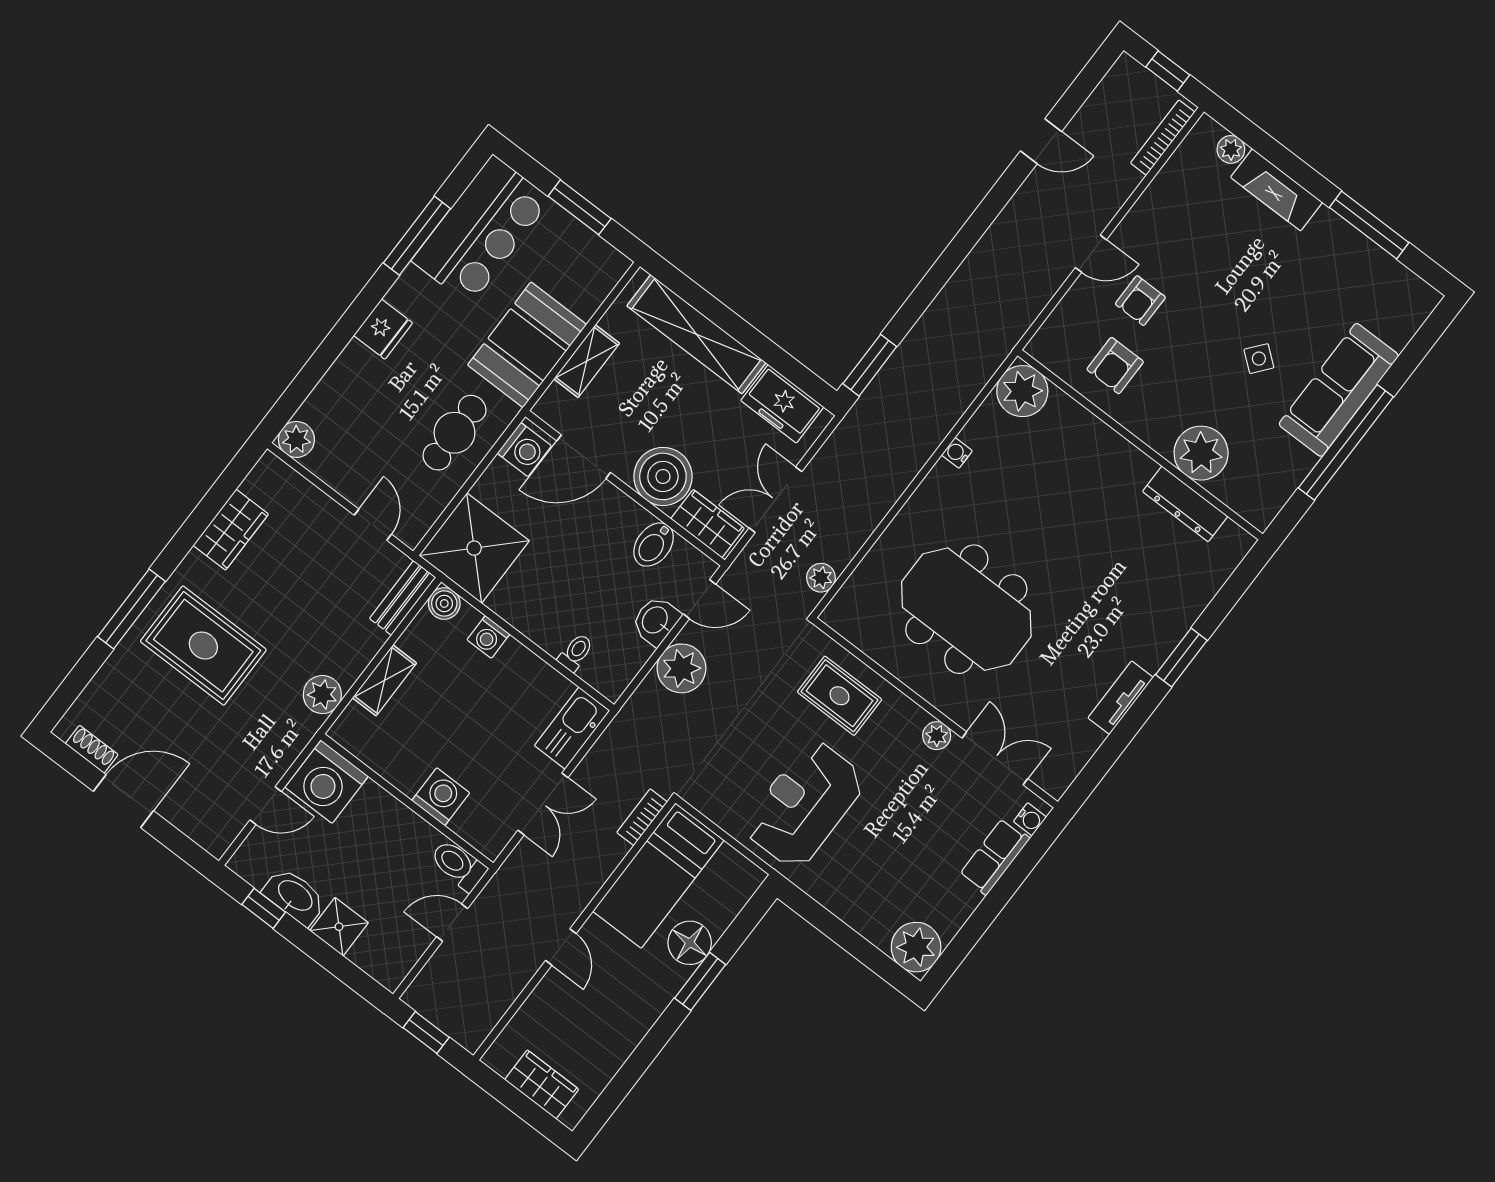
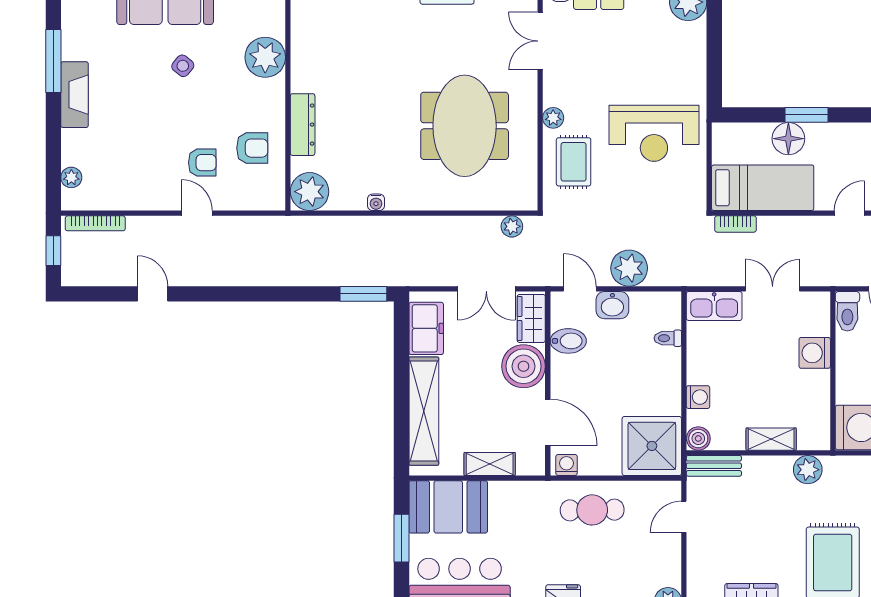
fireplace: (1277, 190) -> (75, 95), moved
booth: (527, 345) -> (448, 507), moved
washing machine: (524, 450) -> (566, 465), width x0.73, depth x0.73
dresser: (1185, 504) -> (303, 125), moved
plant: (937, 736) -> (553, 118), moved

